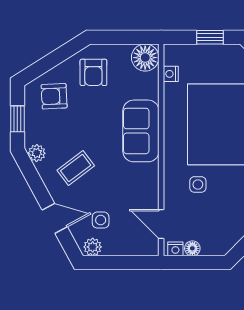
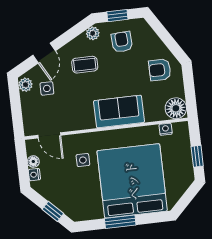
armchair: (54, 96) -> (122, 42), moved
coffee table: (76, 168) -> (85, 65), turned -53
door: (161, 224) -> (49, 135), swing flipped
nightstand: (175, 249) -> (34, 175), moved

